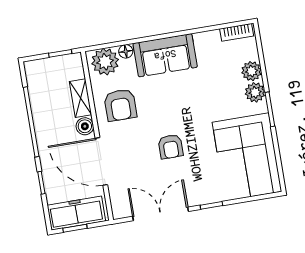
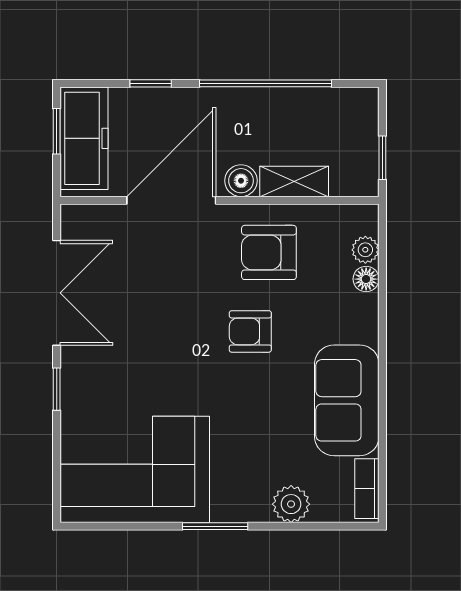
sofa: (165, 55) -> (347, 400), moved
plant: (105, 62) -> (365, 250), width x0.53, depth x0.53
plant: (255, 92) -> (251, 504), removed
armchair: (171, 147) -> (250, 331), moved

